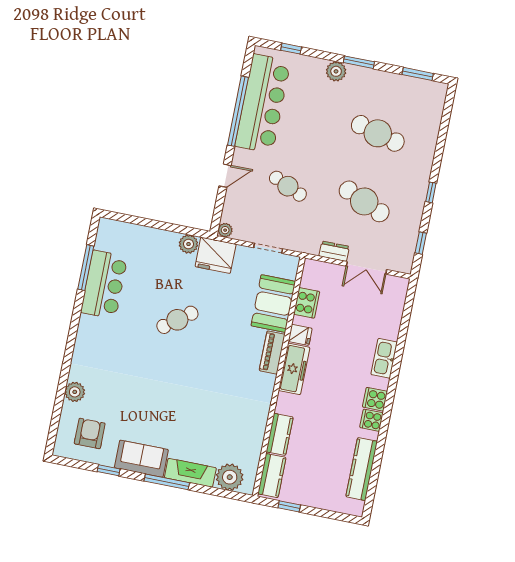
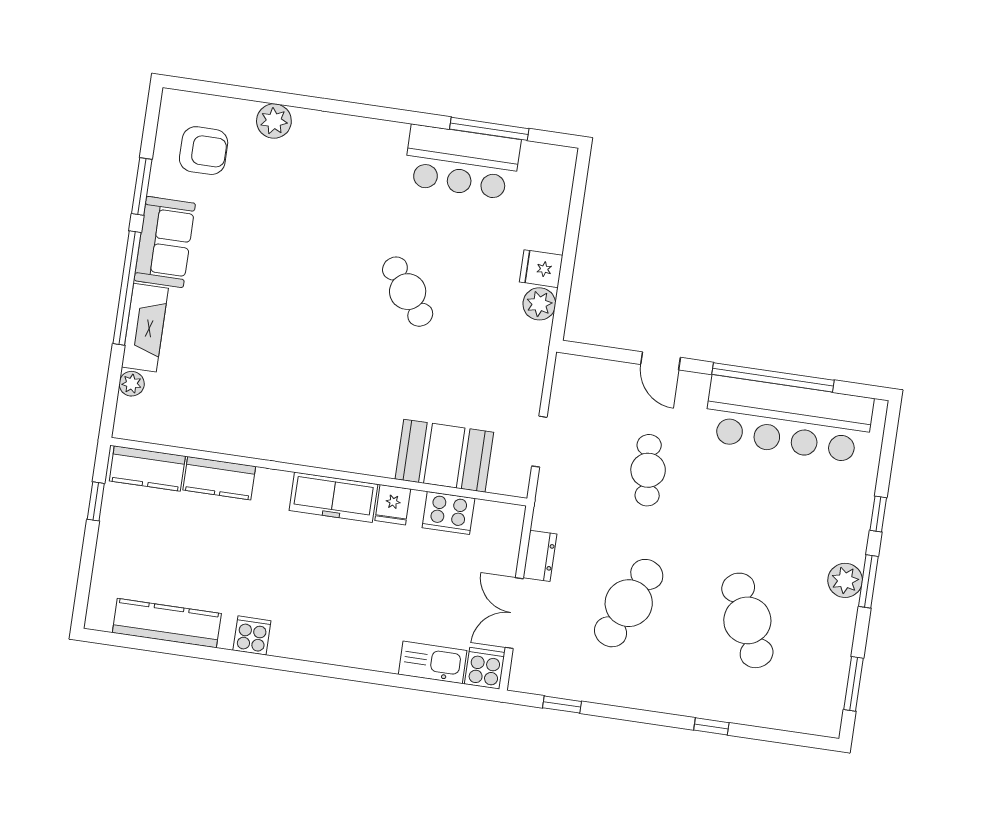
window: (291, 49) -> (878, 514), moved
plant: (336, 71) -> (845, 580), moved
cafe table: (378, 133) -> (747, 620), turned -39
cafe table: (288, 186) -> (648, 470), turned -30
window: (431, 192) -> (711, 726), moved
plant: (225, 230) -> (567, 366), removed
fridge: (216, 255) -> (541, 269), moved, width x0.53, depth x0.75
piano: (272, 352) -> (360, 458), removed
kitchen sink: (384, 358) -> (433, 662), moved
cooker: (375, 399) -> (485, 668), moved
window: (109, 470) -> (142, 186), width x1.50
plant: (230, 477) -> (132, 384), width x0.53, depth x0.53
window: (167, 482) -> (127, 288), width x1.46

